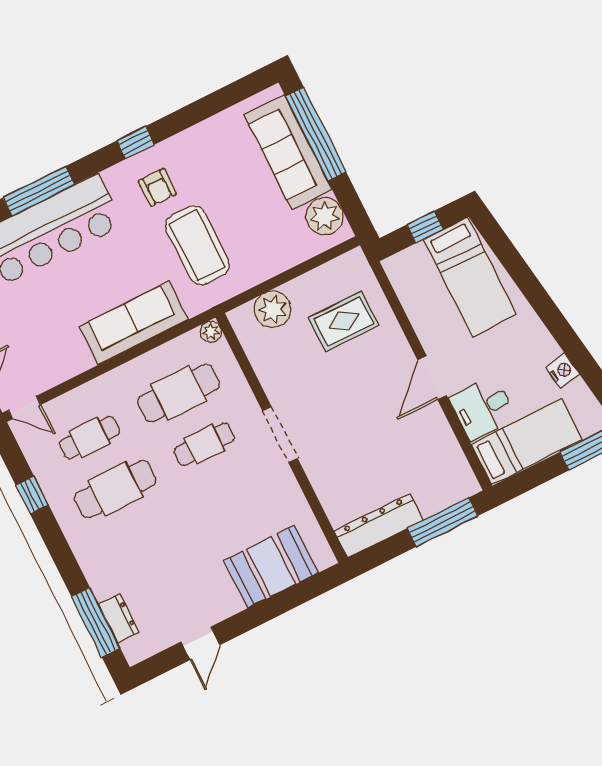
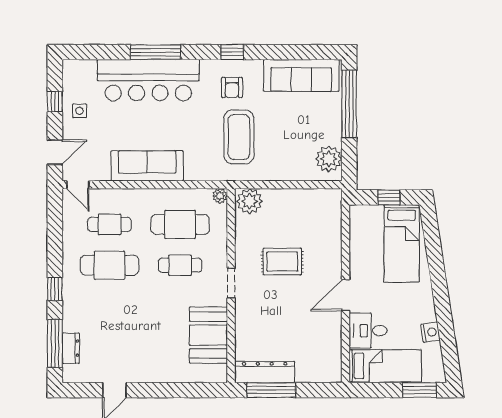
sofa: (288, 152) -> (301, 75), moved, turned -90
plant: (273, 309) -> (250, 201), moved
rug: (344, 321) -> (282, 262), moved
sofa: (134, 323) -> (147, 166), moved
doorway: (280, 435) -> (231, 283), width x0.73
window: (32, 495) -> (55, 289), moved
window: (442, 522) -> (271, 390), moved
booth: (271, 567) -> (208, 335), moved, turned 90

